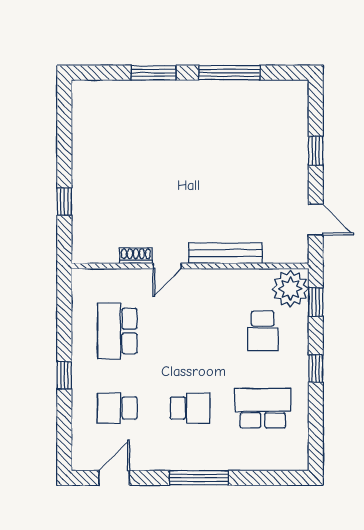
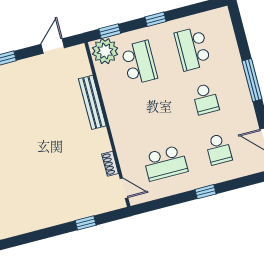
door: (167, 266) -> (124, 188), moved
school desk: (263, 331) -> (139, 63), width x1.85
school desk: (190, 408) -> (206, 99), turned 180

